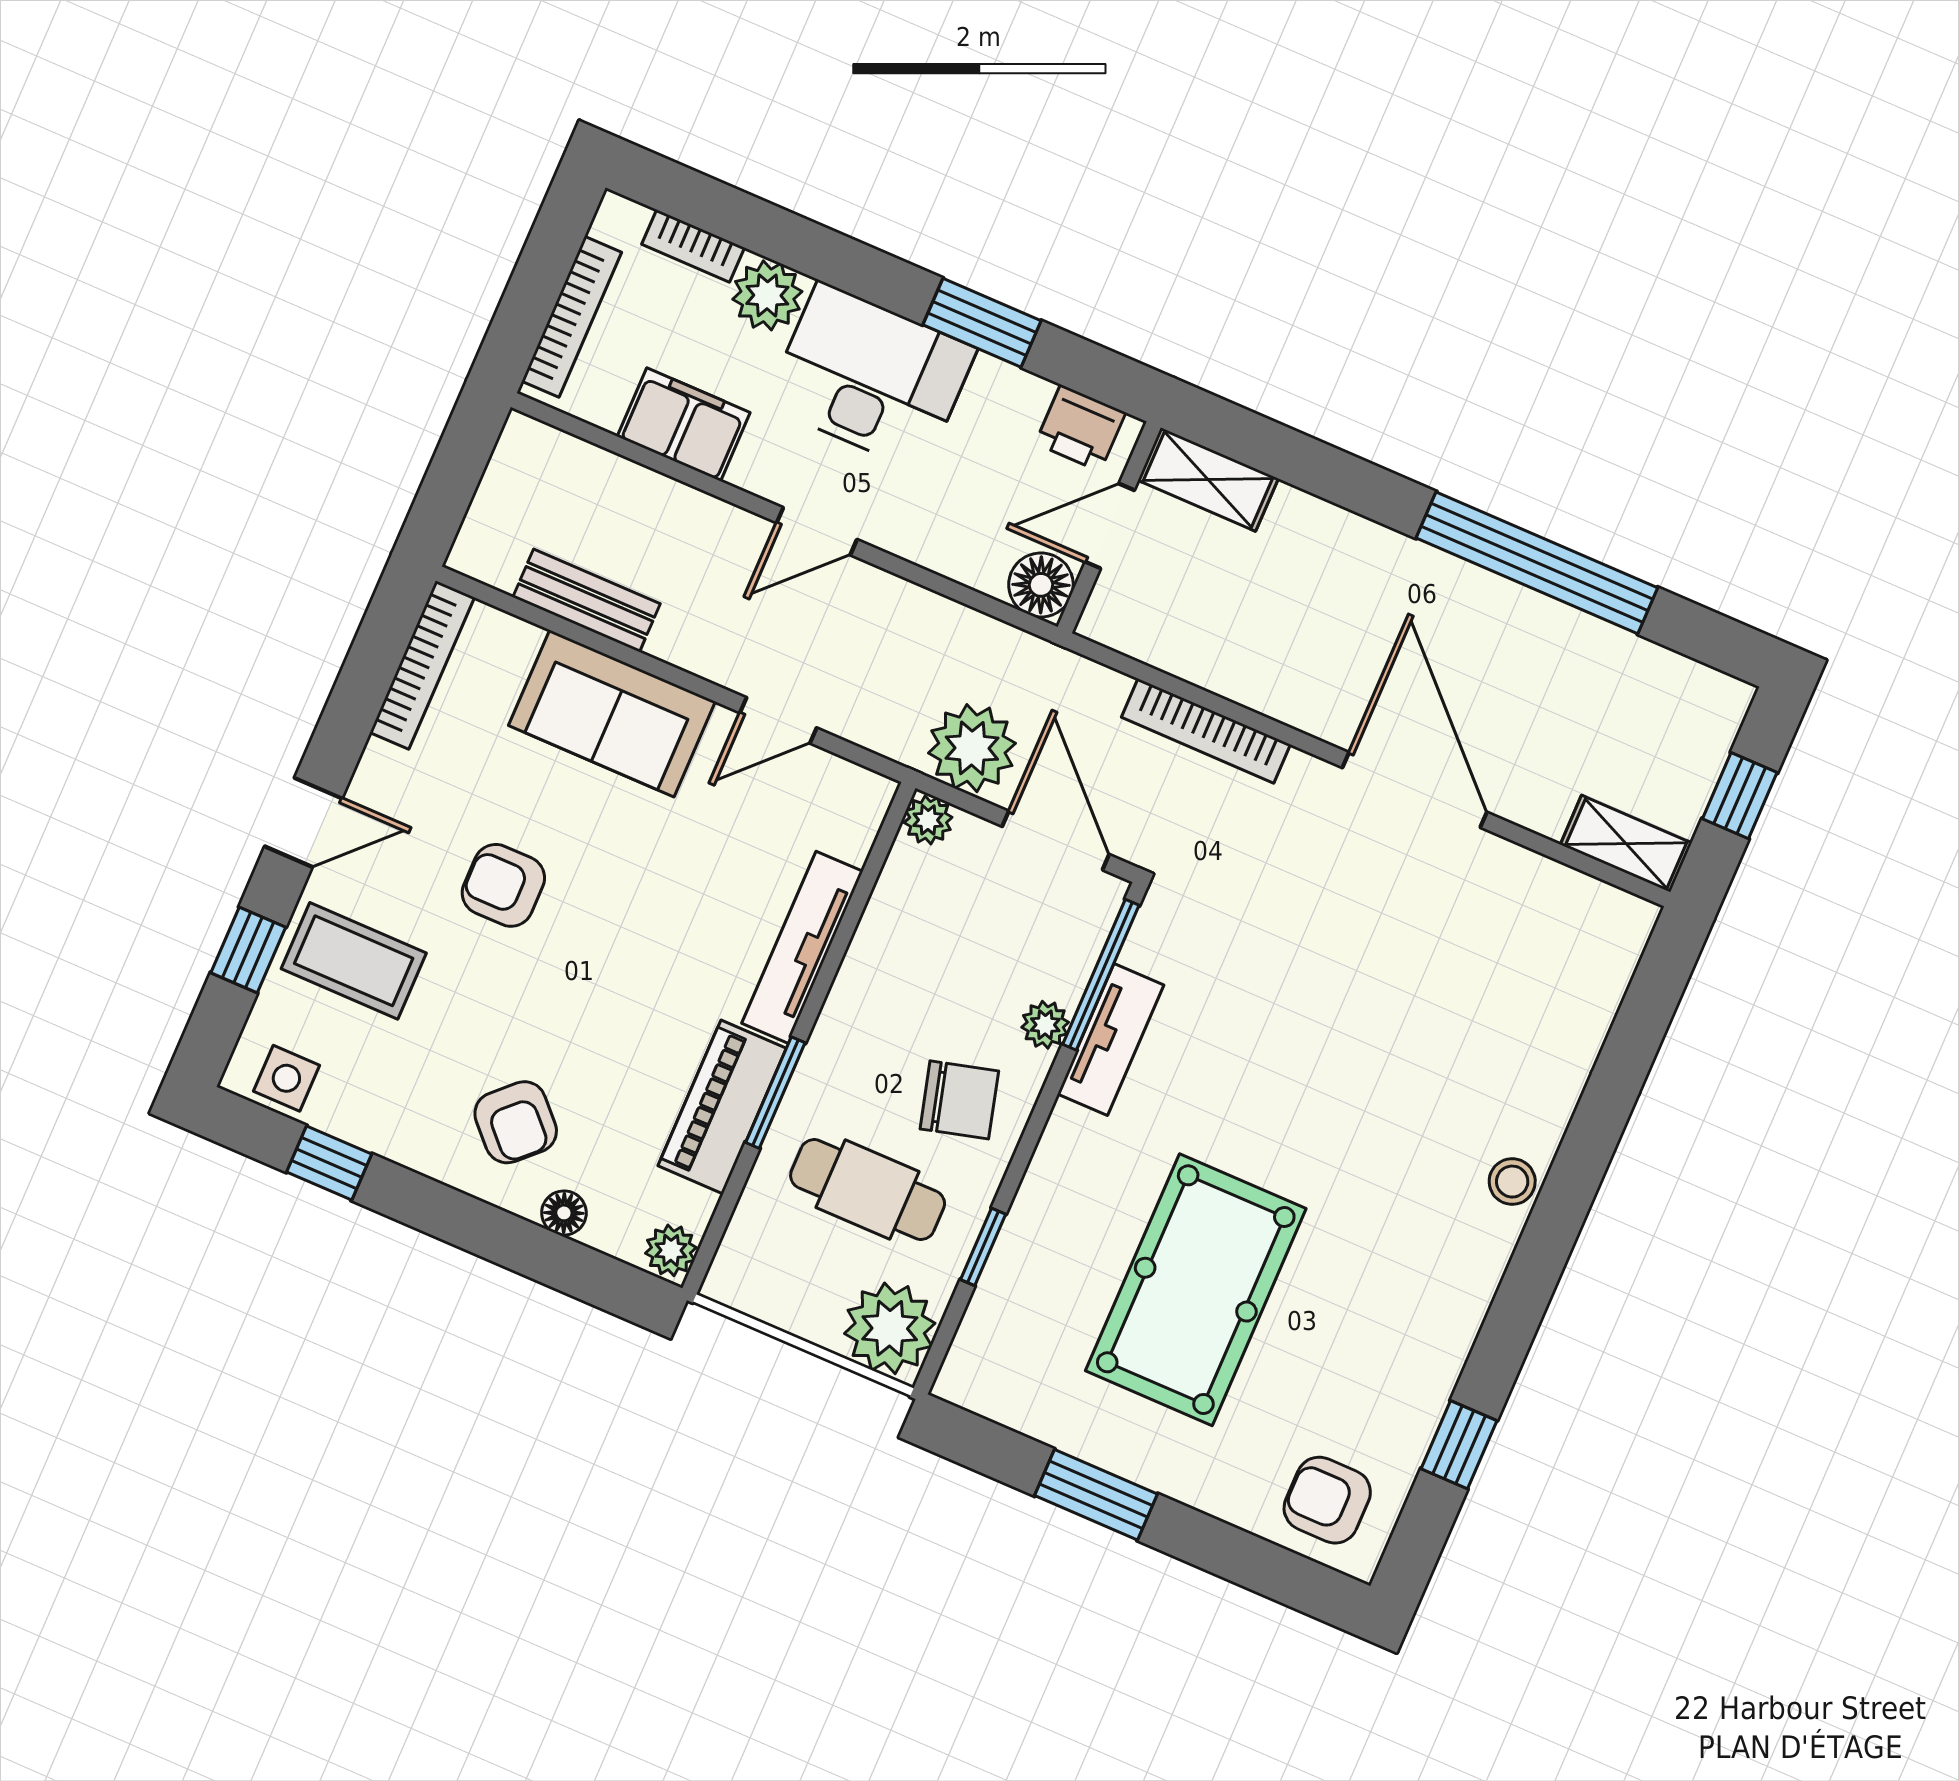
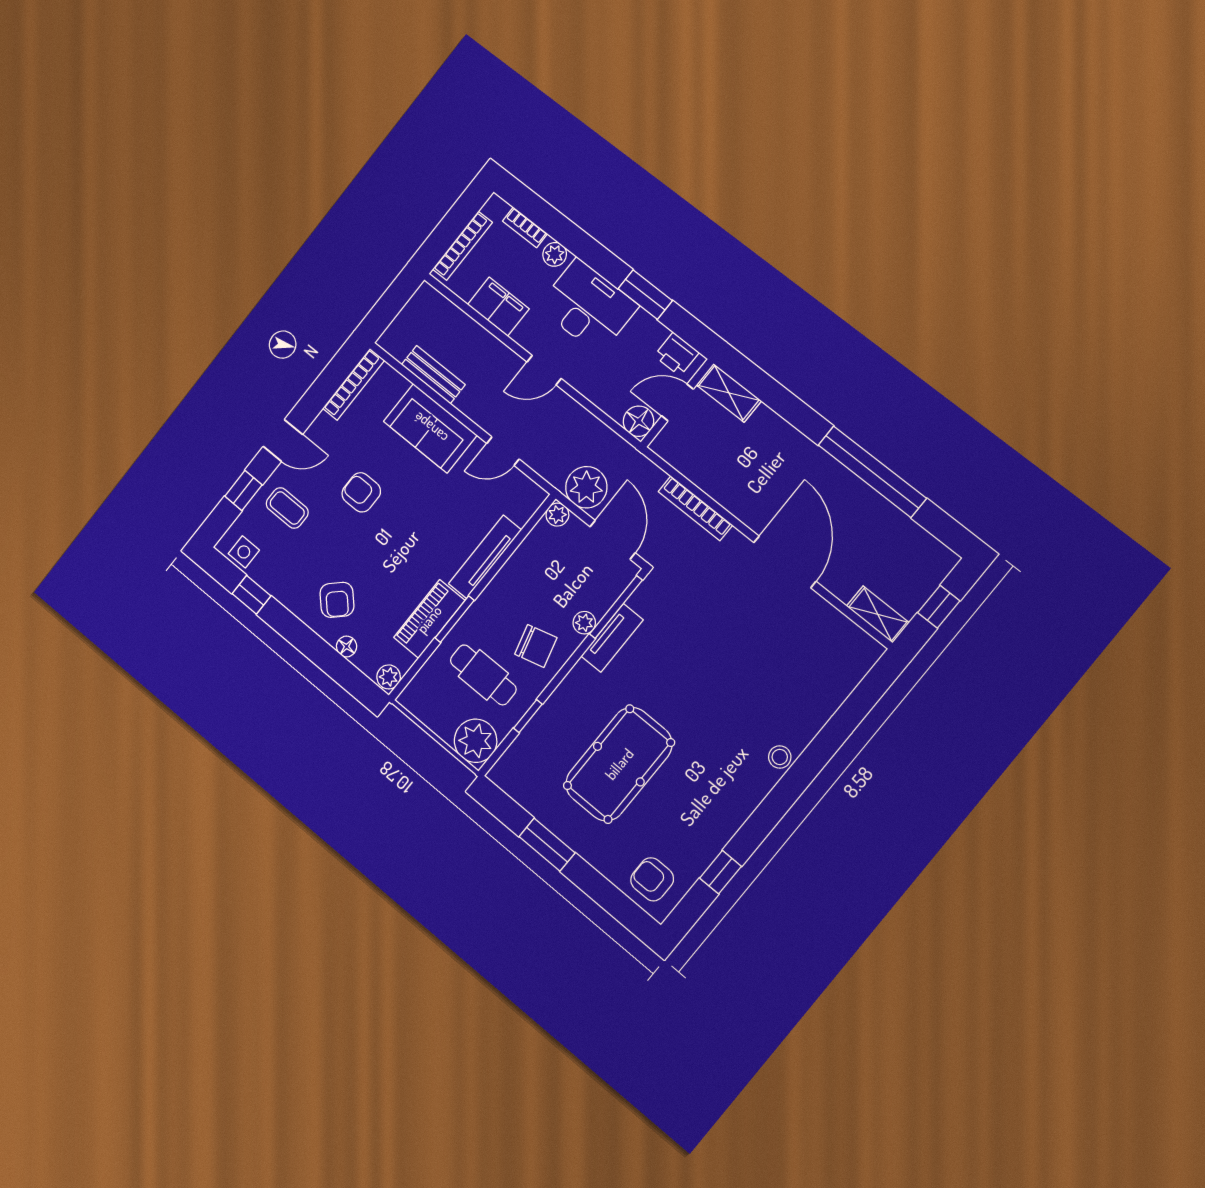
plant: (767, 295) -> (555, 254), width x0.73, depth x0.73
coffee table: (354, 961) -> (287, 508), width x0.73, depth x0.77

